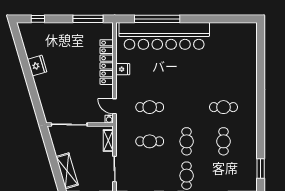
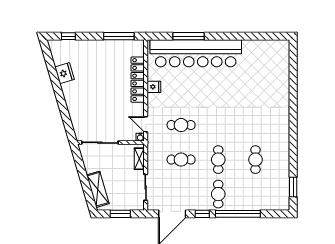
window: (157, 19) -> (189, 36), width x0.68
fridge: (37, 66) -> (65, 73), moved
cafe table: (223, 107) -> (255, 125), removed

